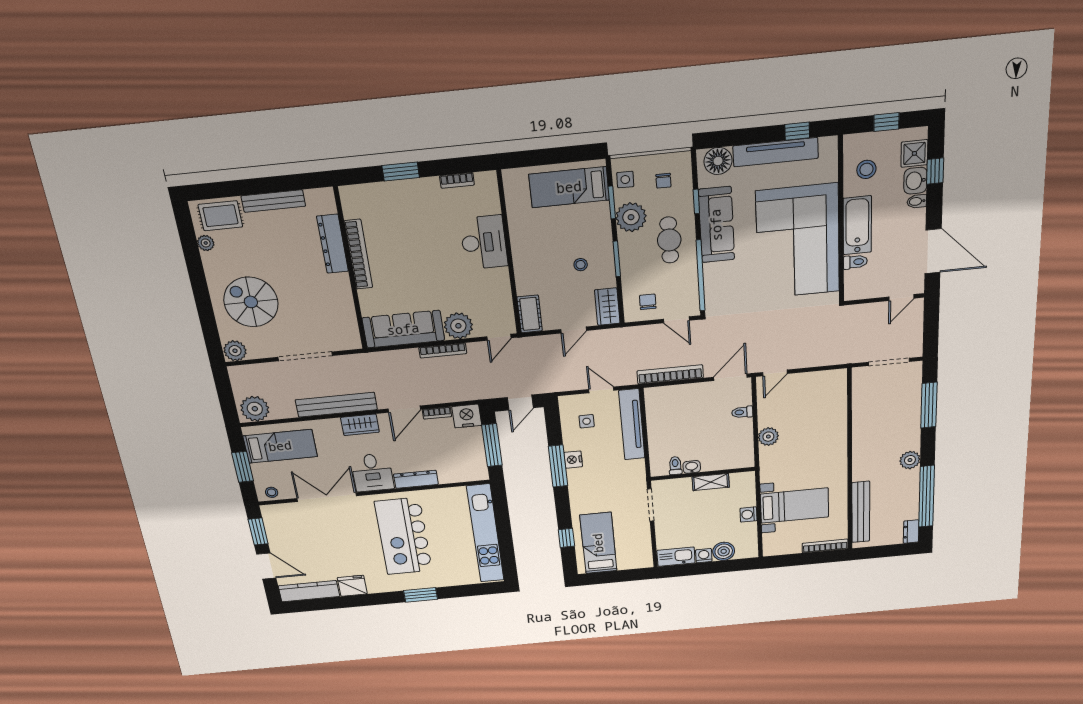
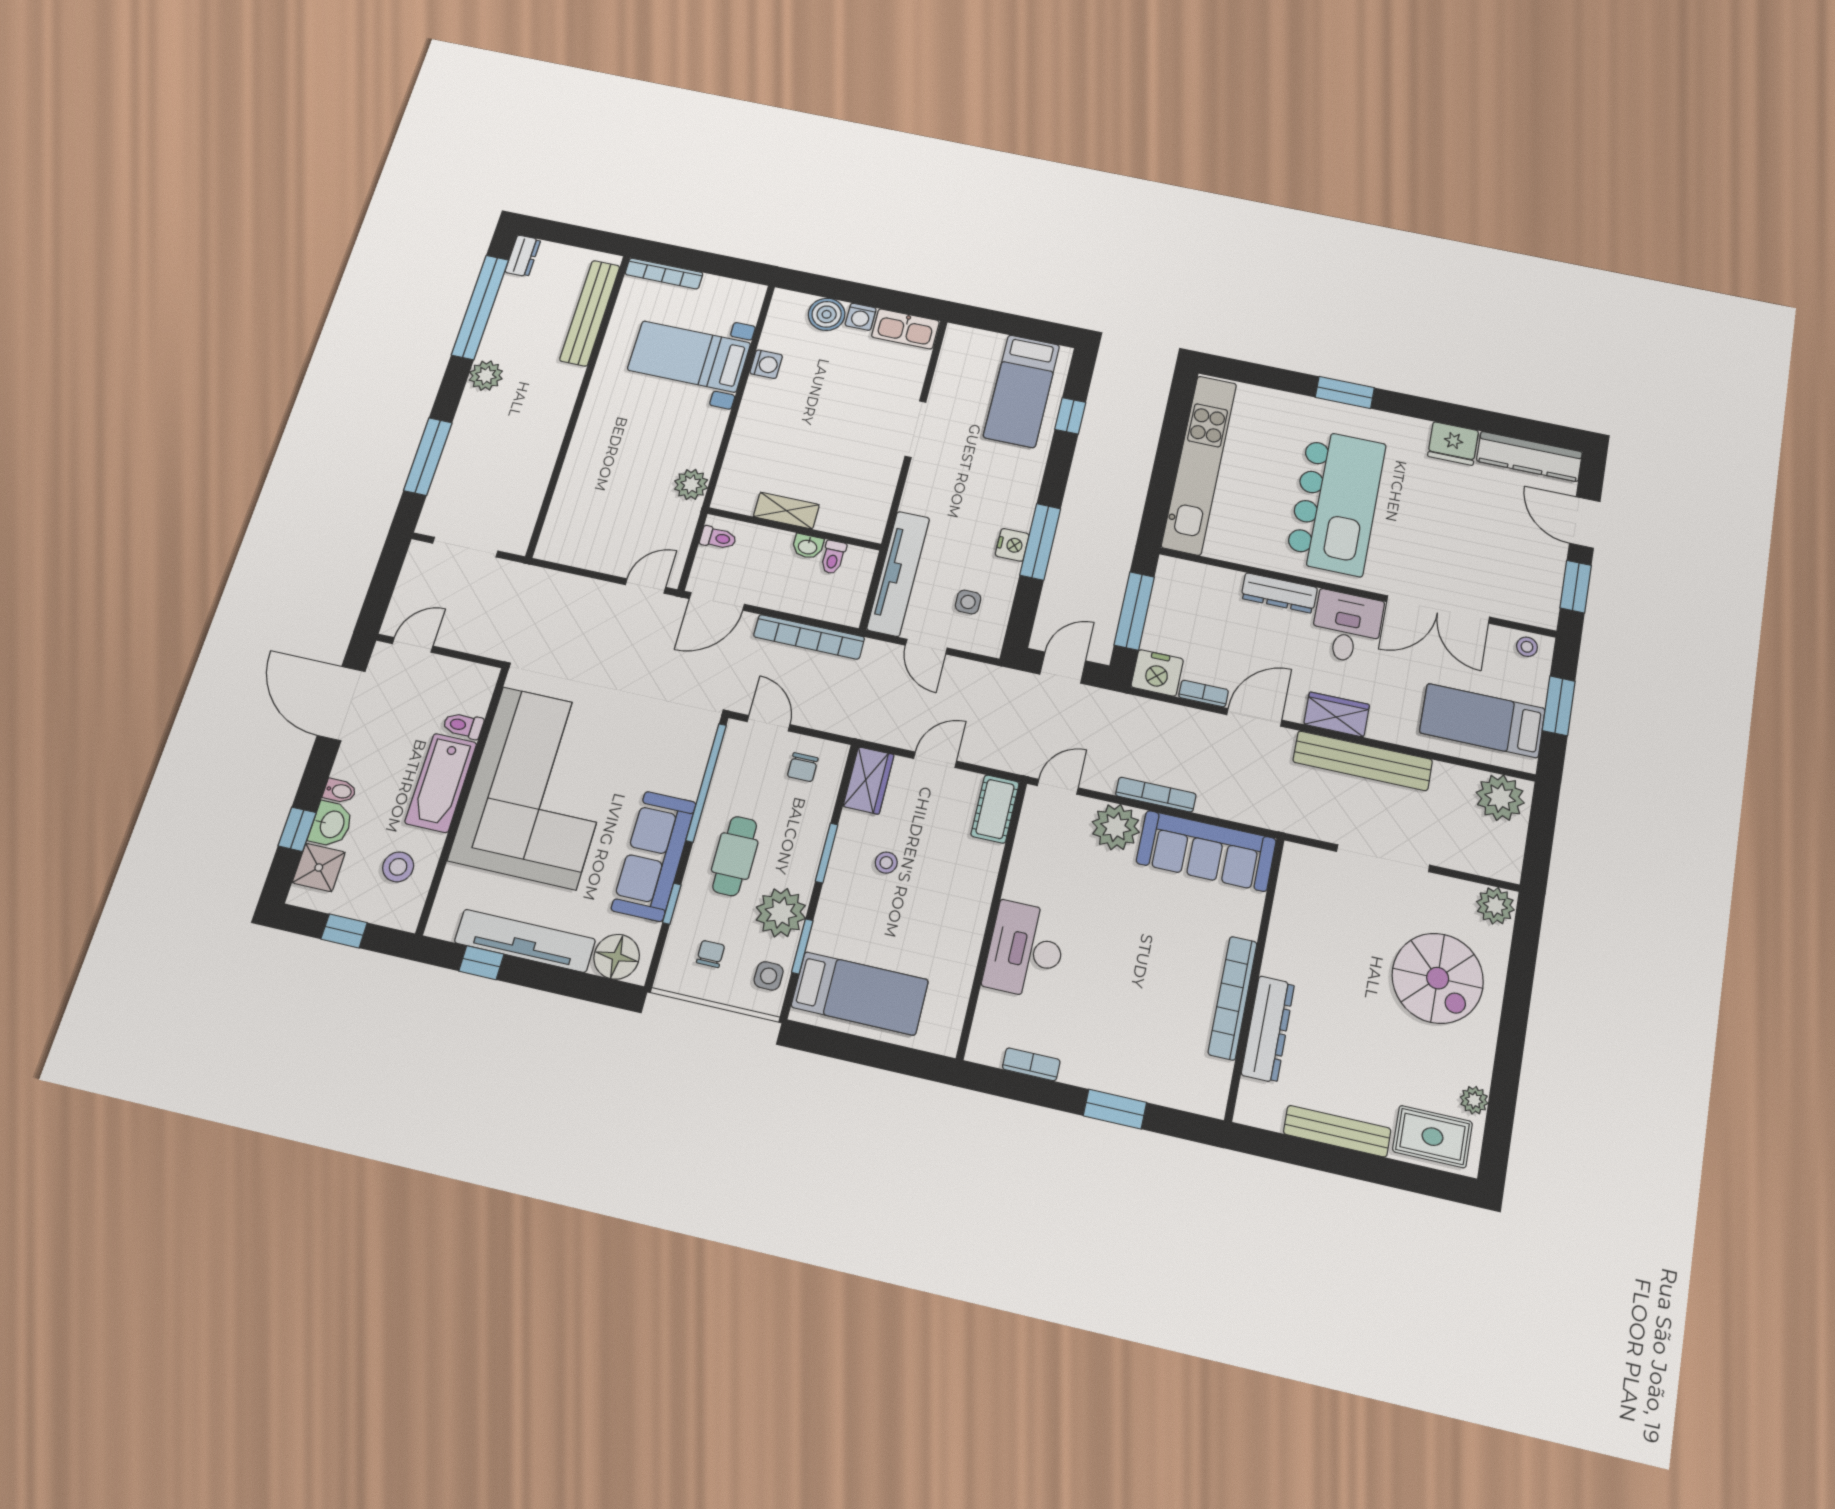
toilet: (675, 466) -> (833, 557), moved
washbasin: (692, 467) -> (808, 546), moved
wall: (703, 474) -> (794, 529), moved
shelving: (711, 482) -> (786, 511), moved

